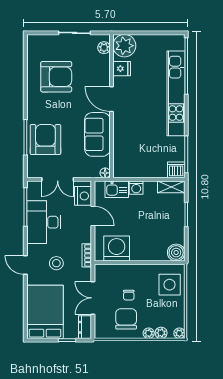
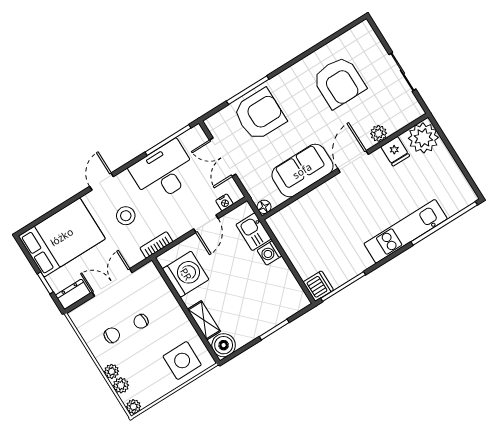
plant: (104, 48) -> (379, 133), moved
kitchen unit: (176, 93) -> (406, 231), width x0.73
shelving: (171, 187) -> (204, 320), moved
nightstand: (83, 196) -> (224, 202), width x0.53, depth x0.56
chair: (126, 319) -> (112, 335), width x0.54, depth x0.54

